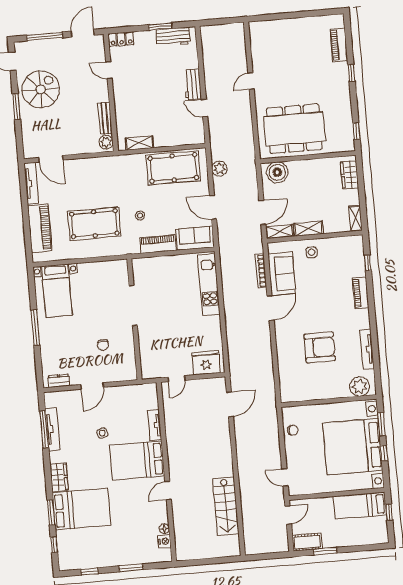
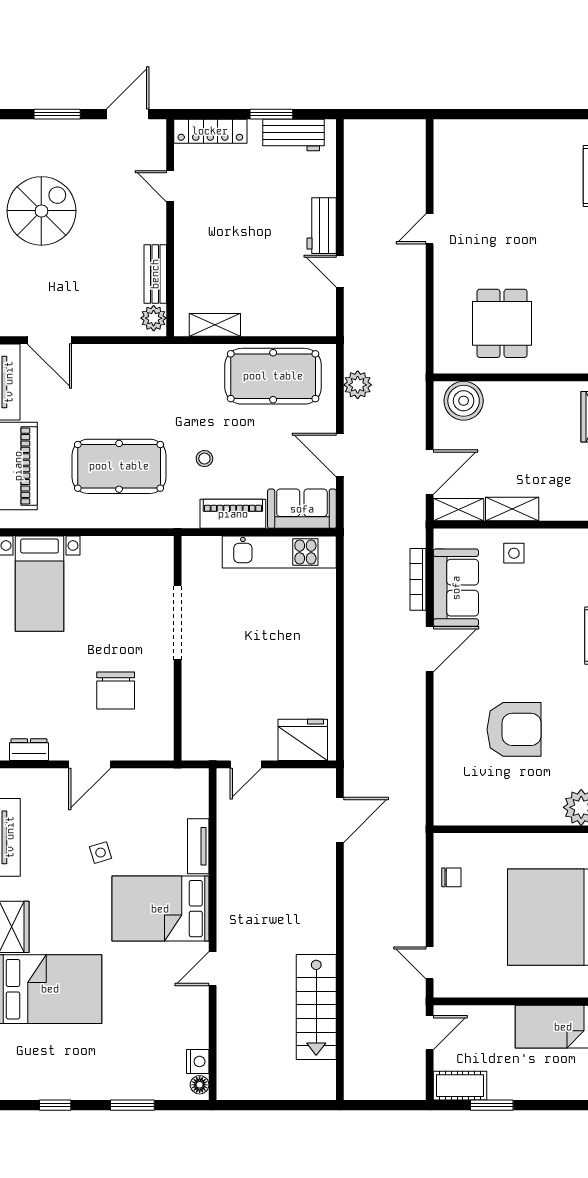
window: (45, 36) -> (57, 114), width x0.69
locker: (121, 39) -> (210, 131), width x1.53
dining table: (294, 129) -> (502, 323), width x0.53, depth x0.80
kitchen unit: (209, 285) -> (279, 552), moved, turned -90
chair: (103, 345) -> (116, 691), width x1.87, depth x1.87
floor lamp: (164, 529) -> (200, 1085), moved

